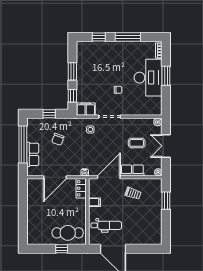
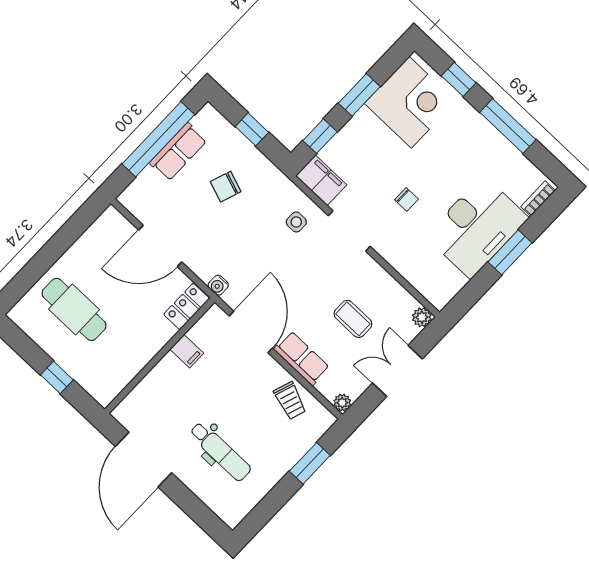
corner desk: (90, 58) -> (410, 102), added
row of seats: (33, 154) -> (178, 152), moved
door: (109, 177) -> (251, 332), hinge flipped
trolley: (133, 193) -> (290, 401), moved
dental chair: (106, 225) -> (220, 451), moved
cafe table: (68, 233) -> (74, 309), moved

